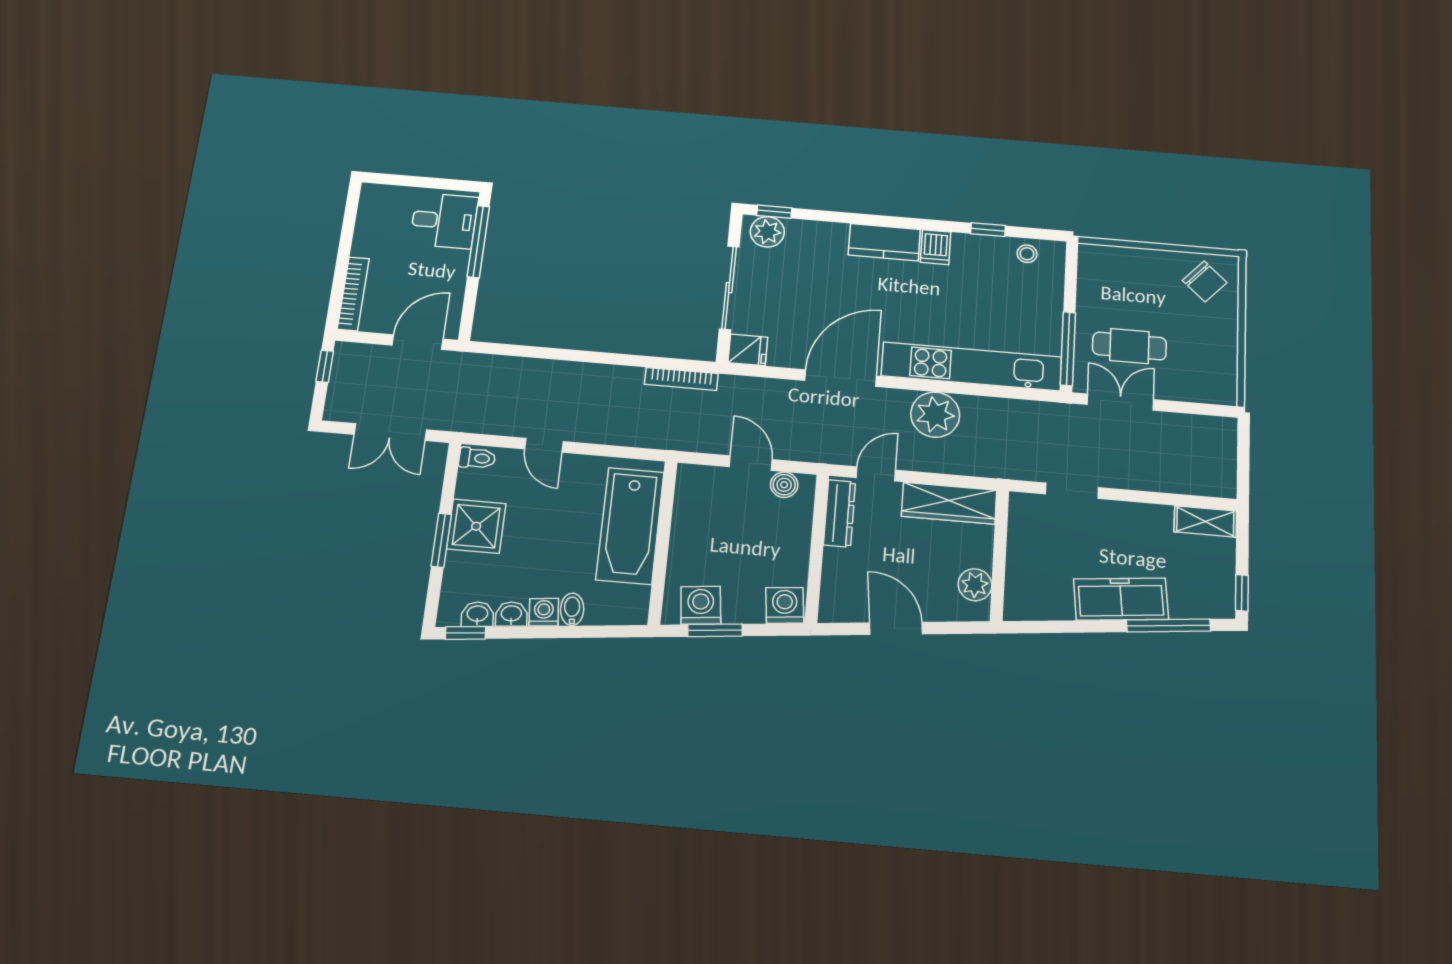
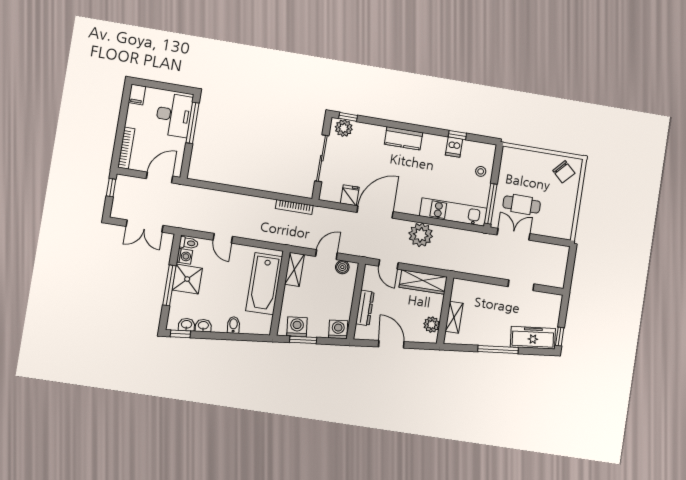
filing cabinet: (372, 200) -> (137, 95), added
desk: (444, 221) -> (174, 115), width x1.37
dishwasher: (936, 247) -> (454, 147), moved
stool: (1027, 254) -> (481, 171), moved
fridge: (748, 350) -> (350, 195), moved, turned -90
kitchen unit: (972, 366) -> (453, 212), width x0.73
door: (751, 463) -> (326, 255), hinge flipped
door: (876, 474) -> (388, 264), swing flipped
doorway: (1072, 491) -> (521, 285), moved
shelving: (689, 495) -> (294, 269), added
dresser: (839, 513) -> (365, 308), moved
shelving: (1205, 521) -> (454, 317), moved, turned 90
window: (441, 540) -> (169, 285), width x1.44
freezer: (1121, 599) -> (533, 338), moved
washing machine: (544, 612) -> (185, 256), moved, turned 96
window: (1169, 625) -> (498, 350), moved

